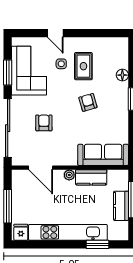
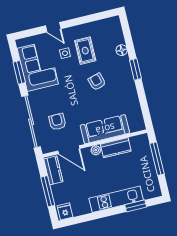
armchair: (44, 123) -> (57, 122), moved
sofa: (103, 155) -> (105, 129), moved
kitchen counter: (121, 206) -> (53, 170), moved, turned 180
kitchen unit: (68, 232) -> (116, 199), width x0.73

